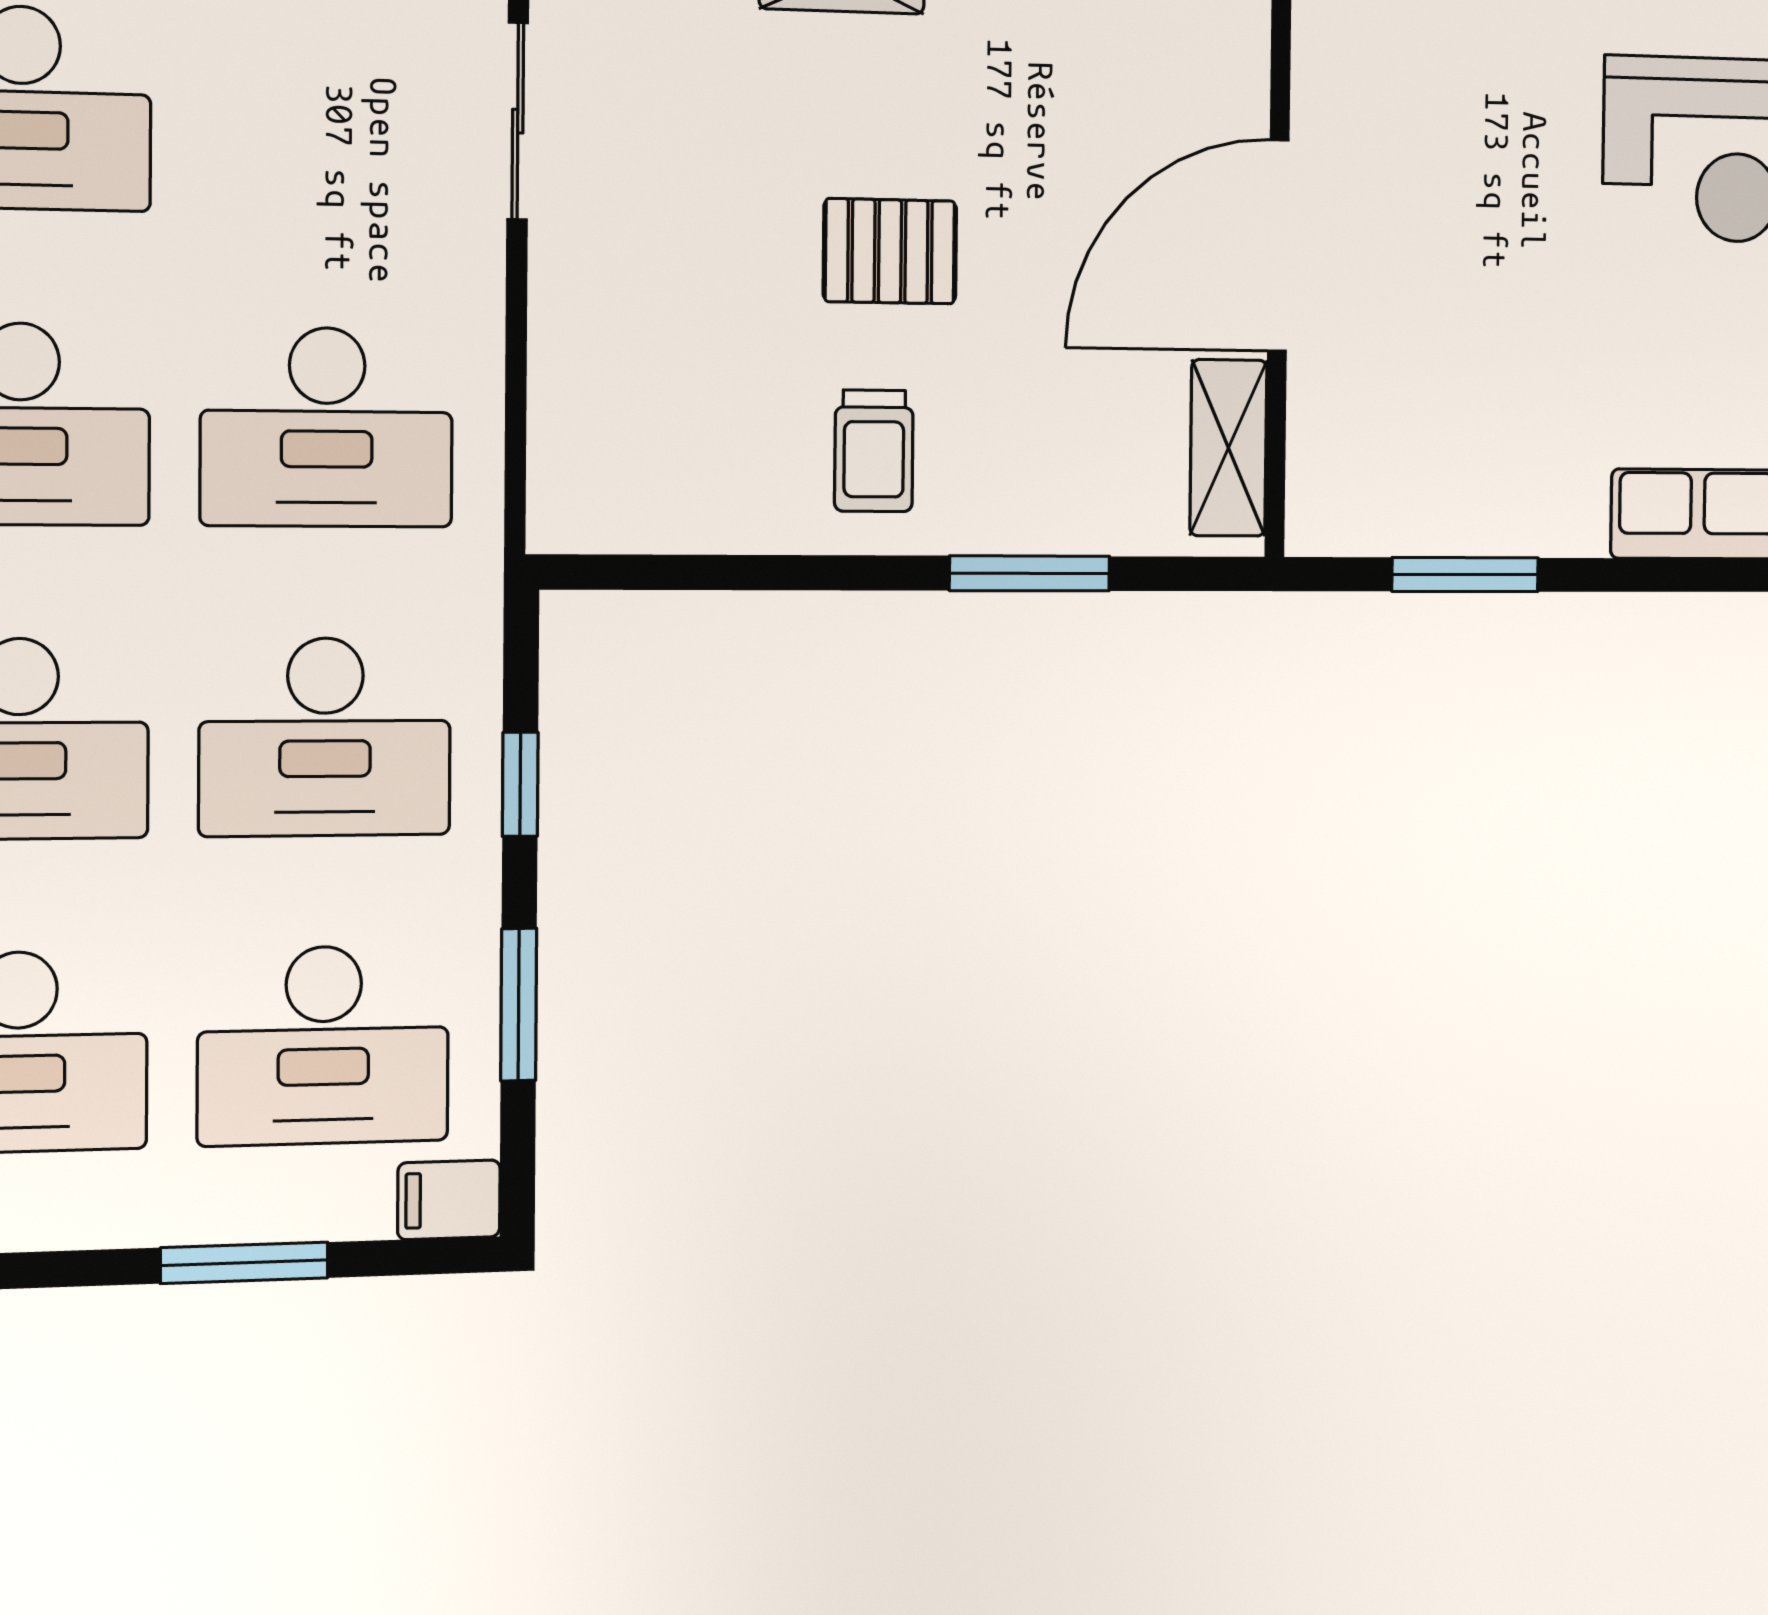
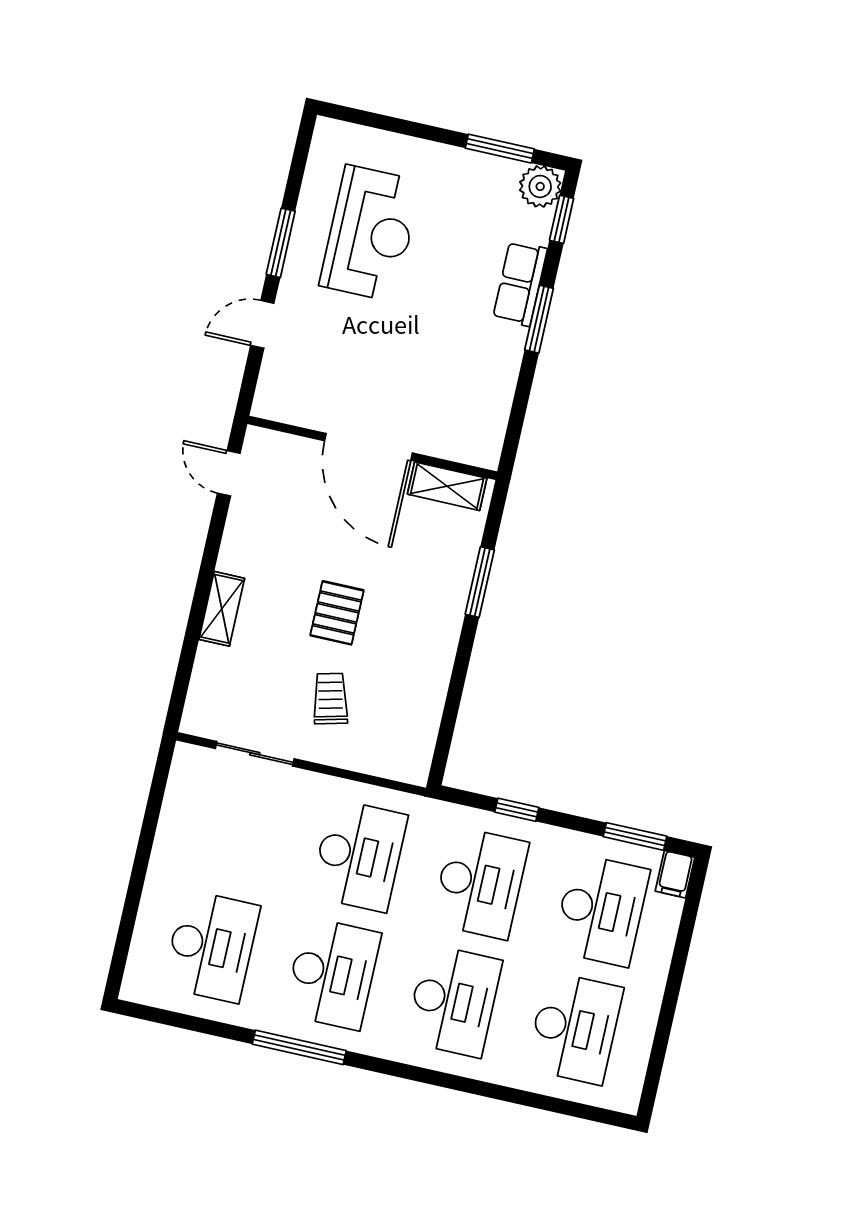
trolley: (874, 451) -> (330, 699), moved, turned -104
window: (1465, 575) -> (539, 319), moved
window: (519, 1005) -> (635, 836), moved
window: (244, 1263) -> (679, 960), removed

